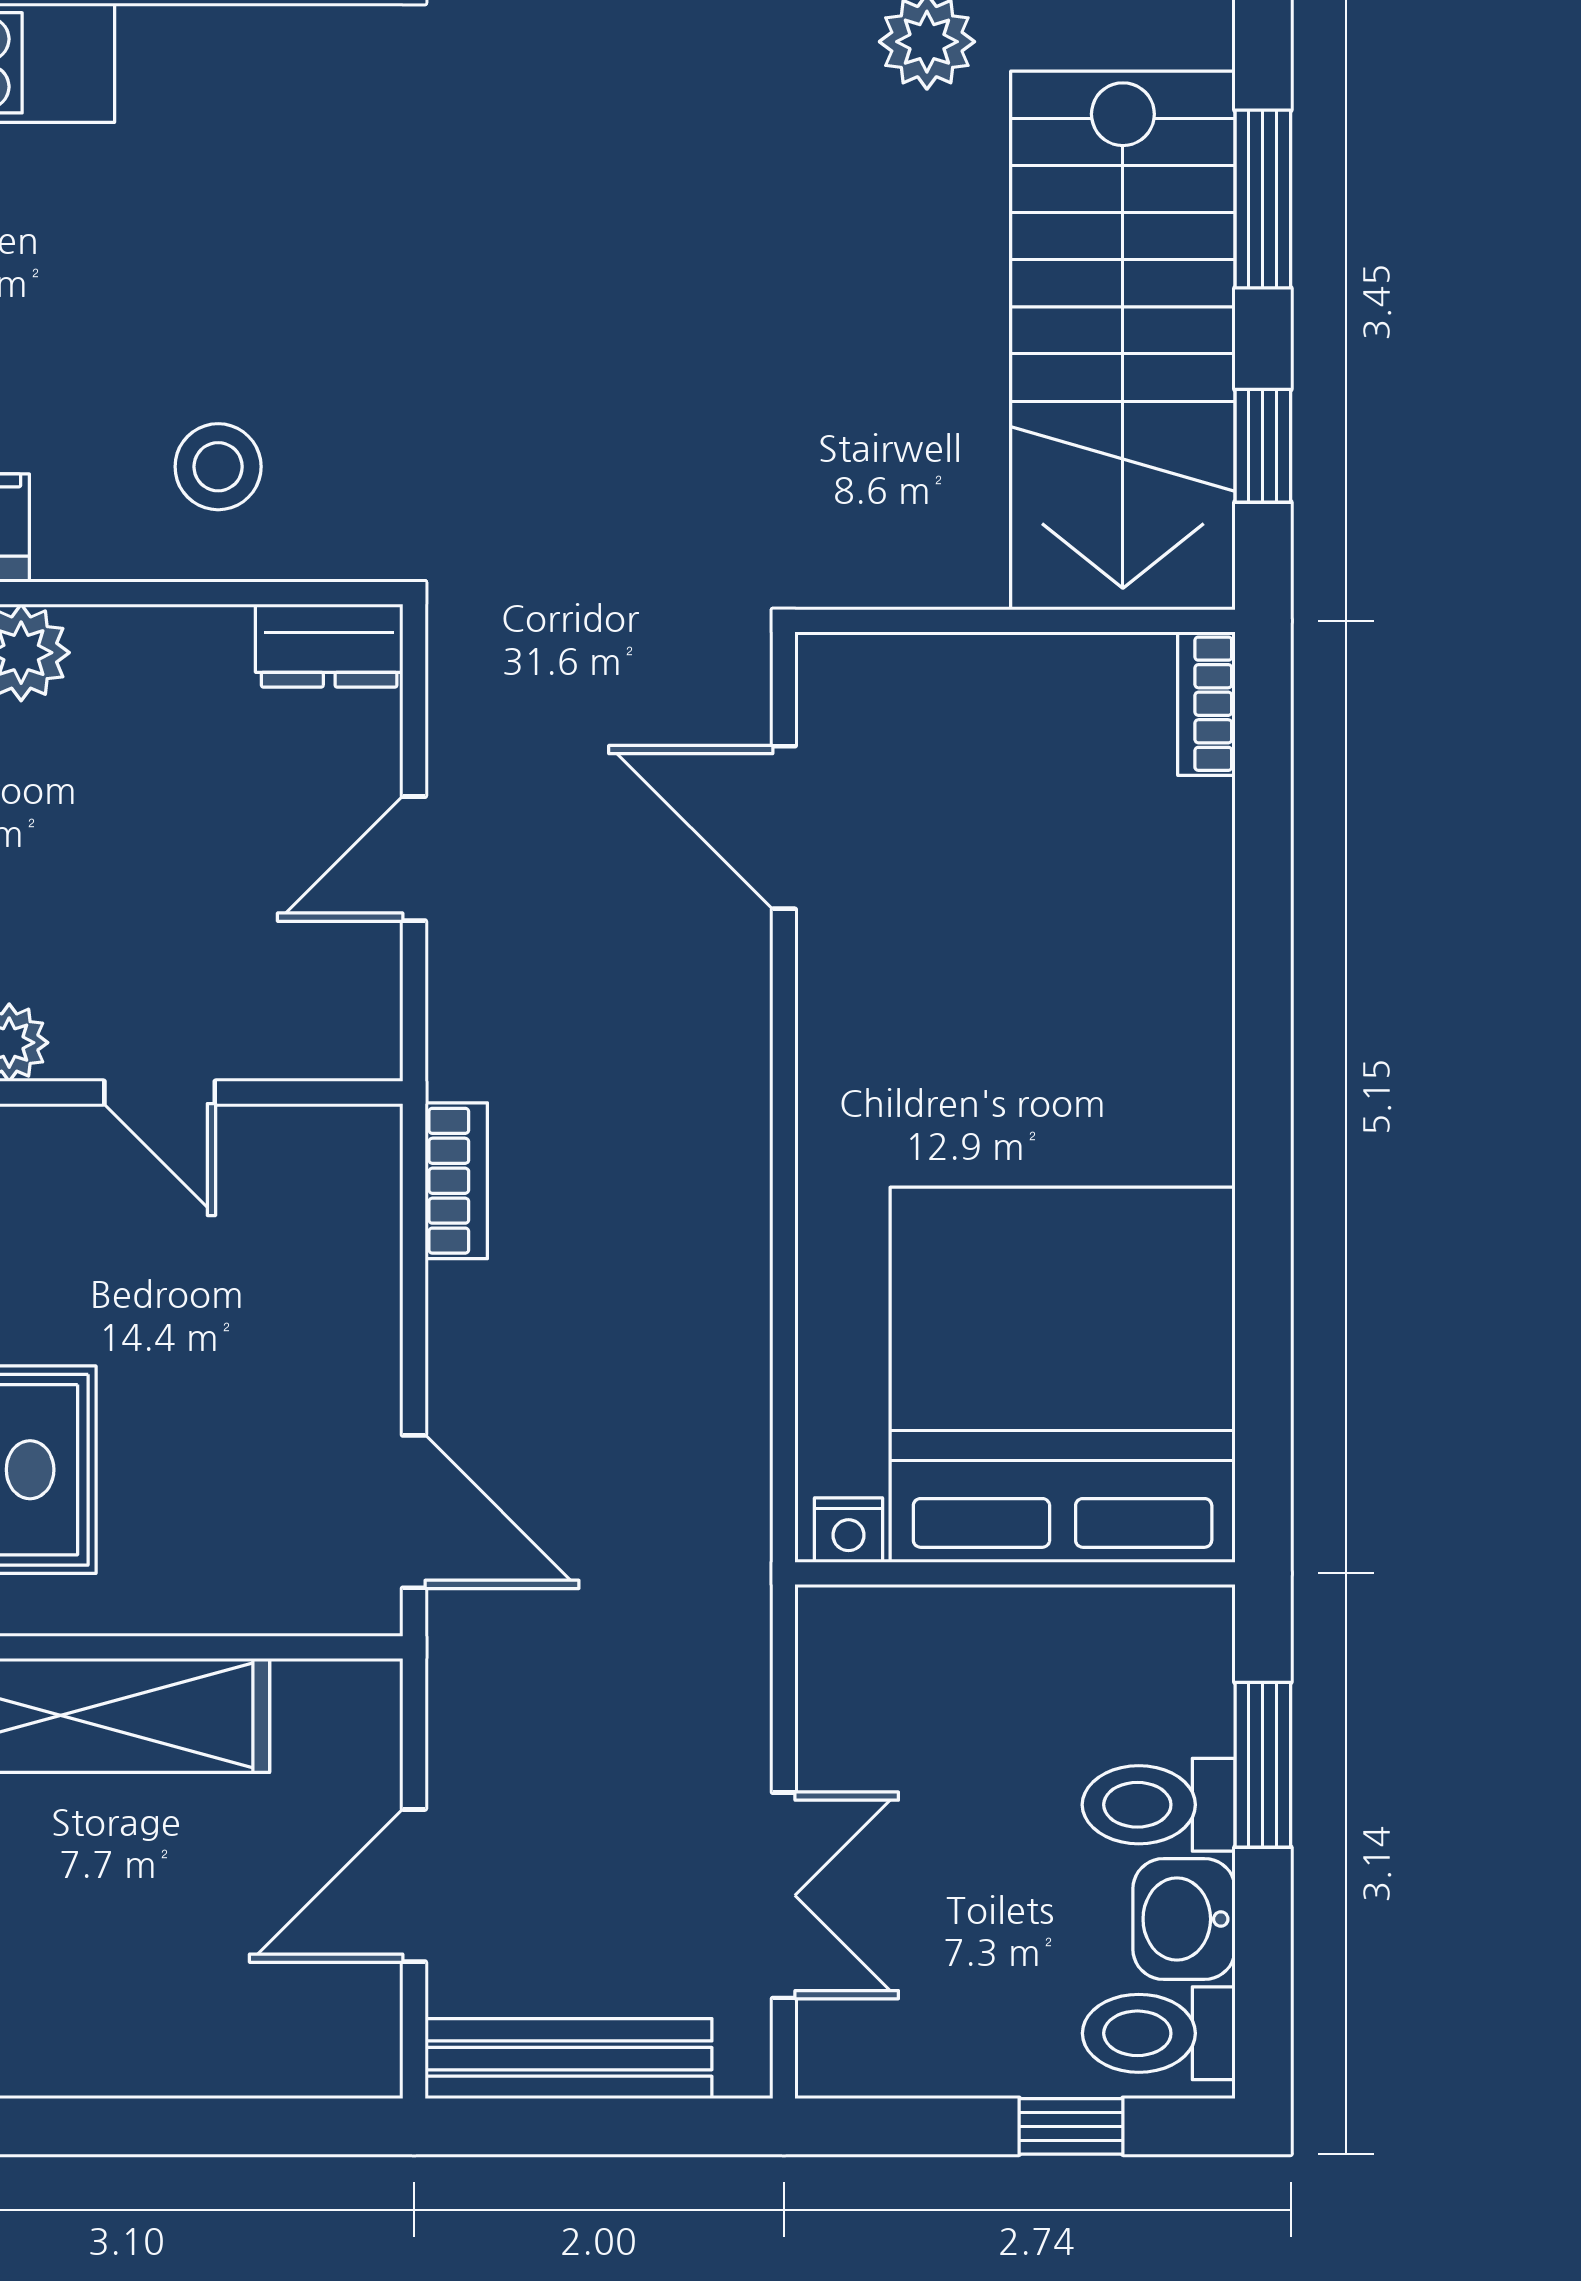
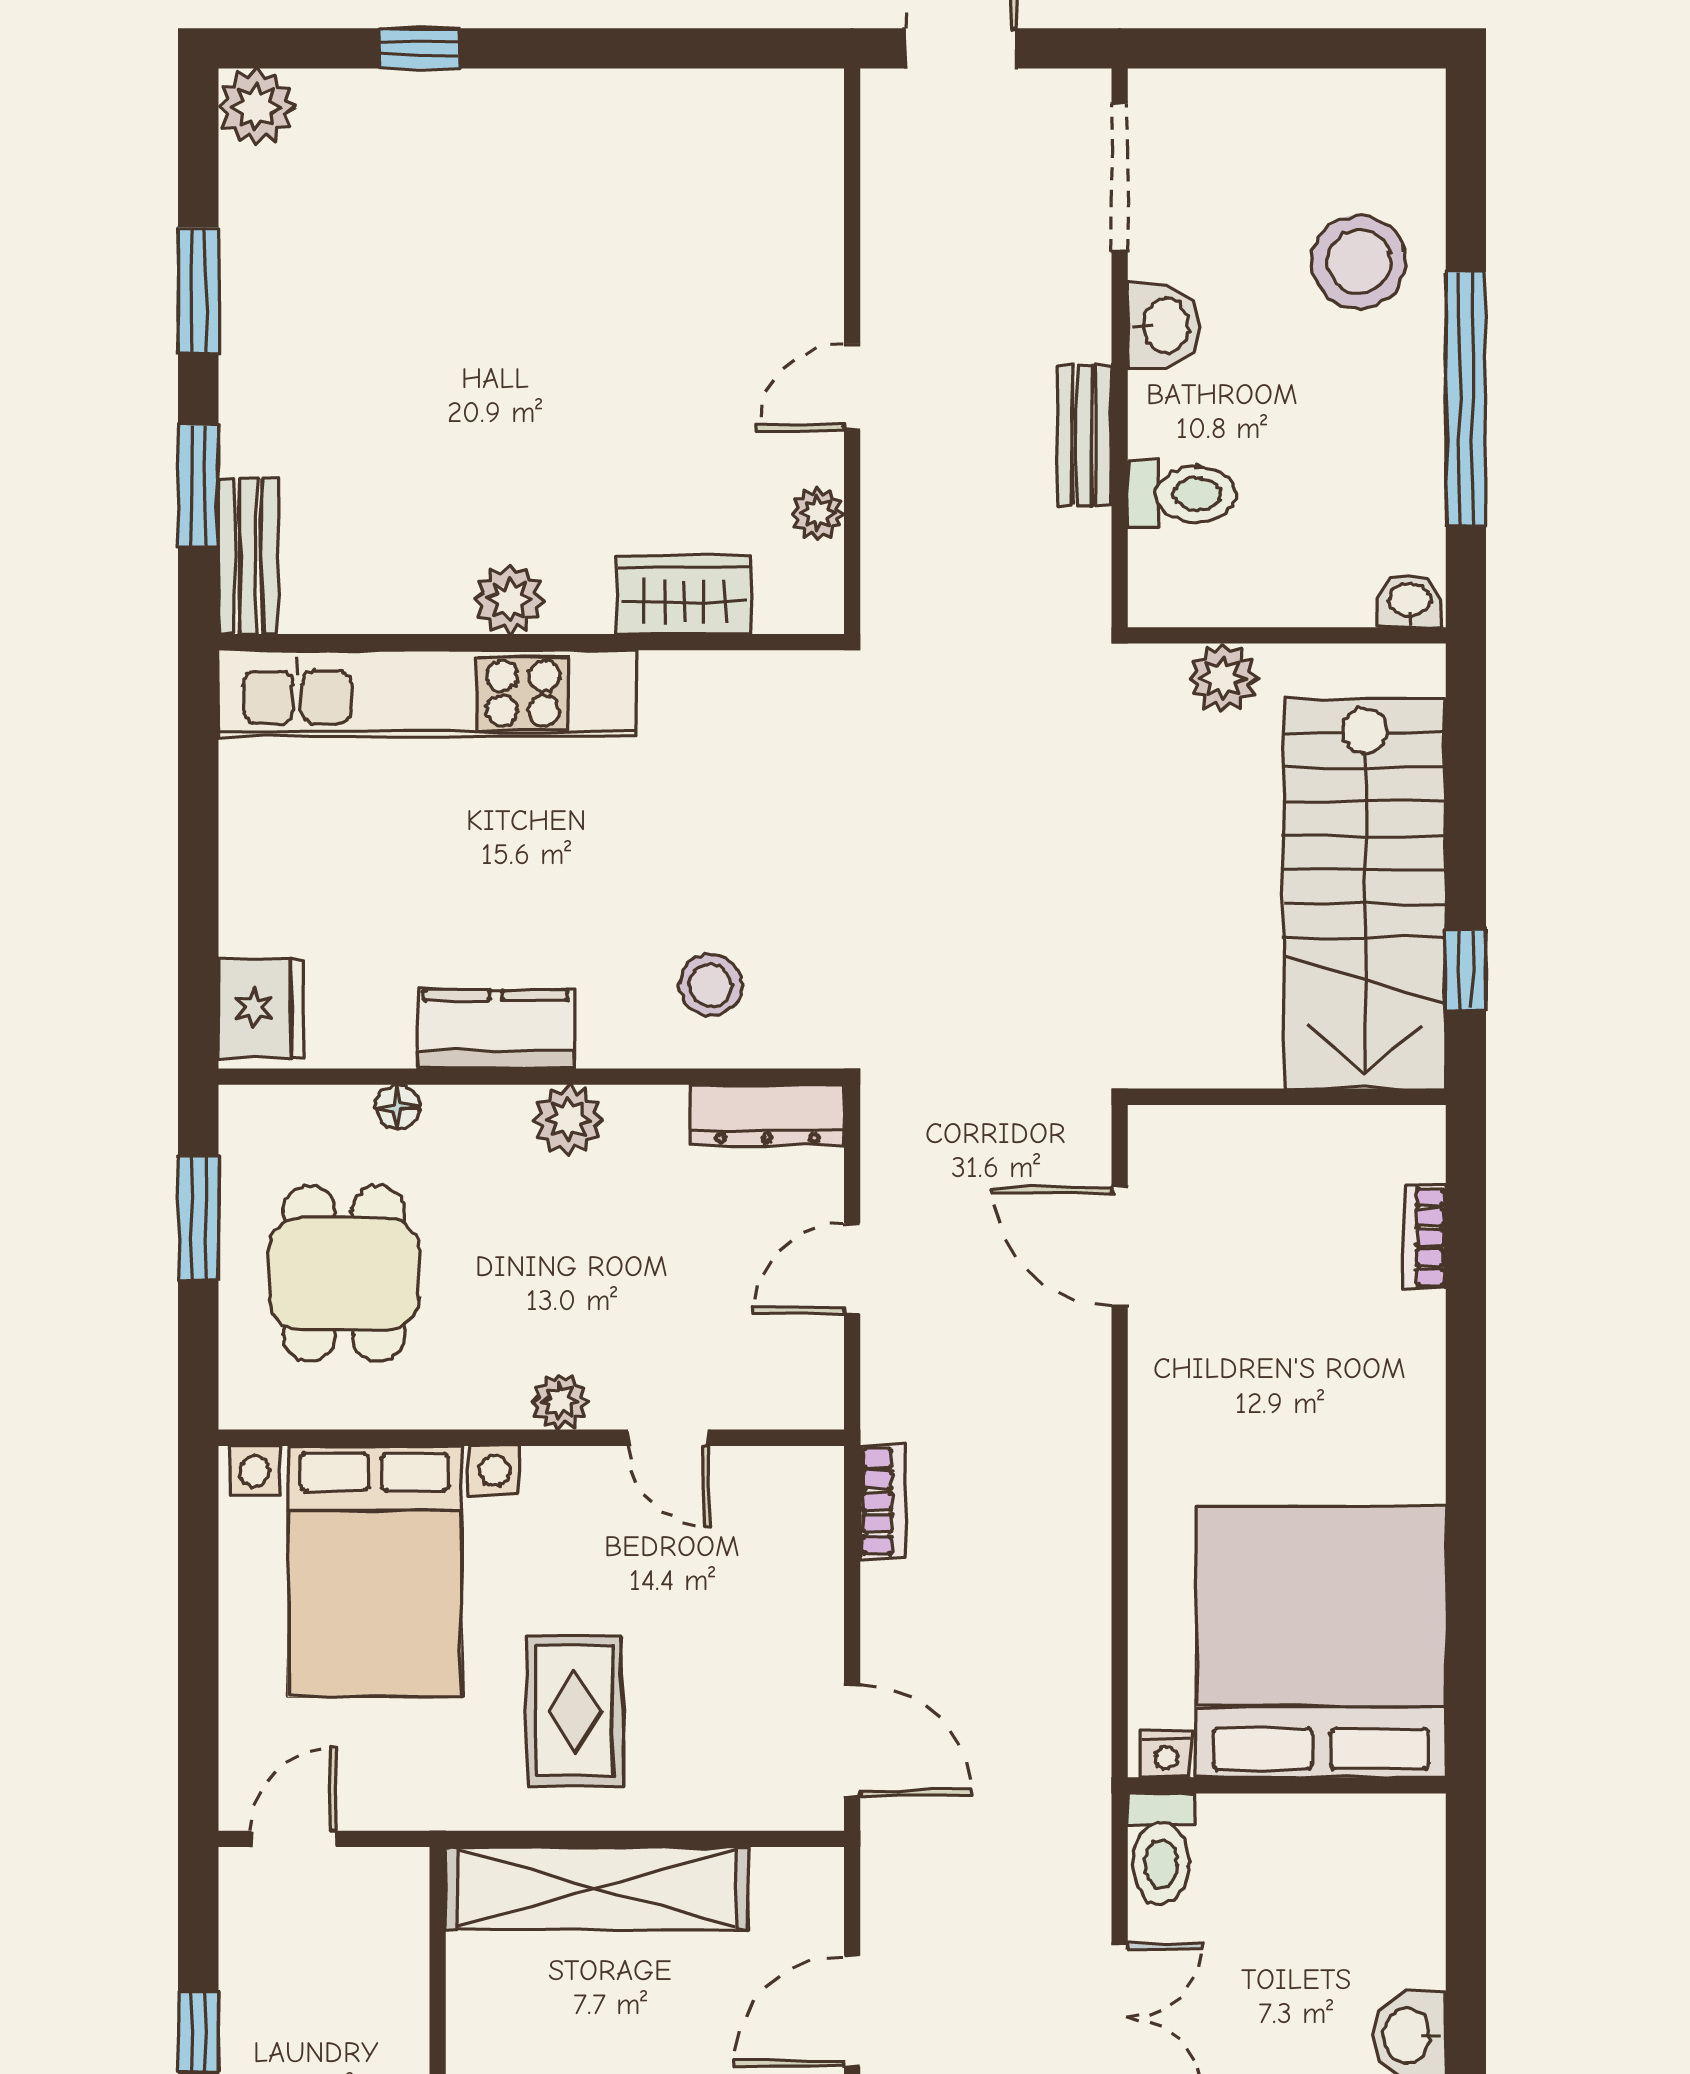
window: (1263, 199) -> (1466, 792), removed
dresser: (329, 646) -> (767, 1115), width x1.44
bookcase: (1206, 704) -> (1425, 1237), moved
window: (1263, 1765) -> (1466, 1924), removed
toilet: (1159, 1805) -> (1161, 1849), moved, turned -90

